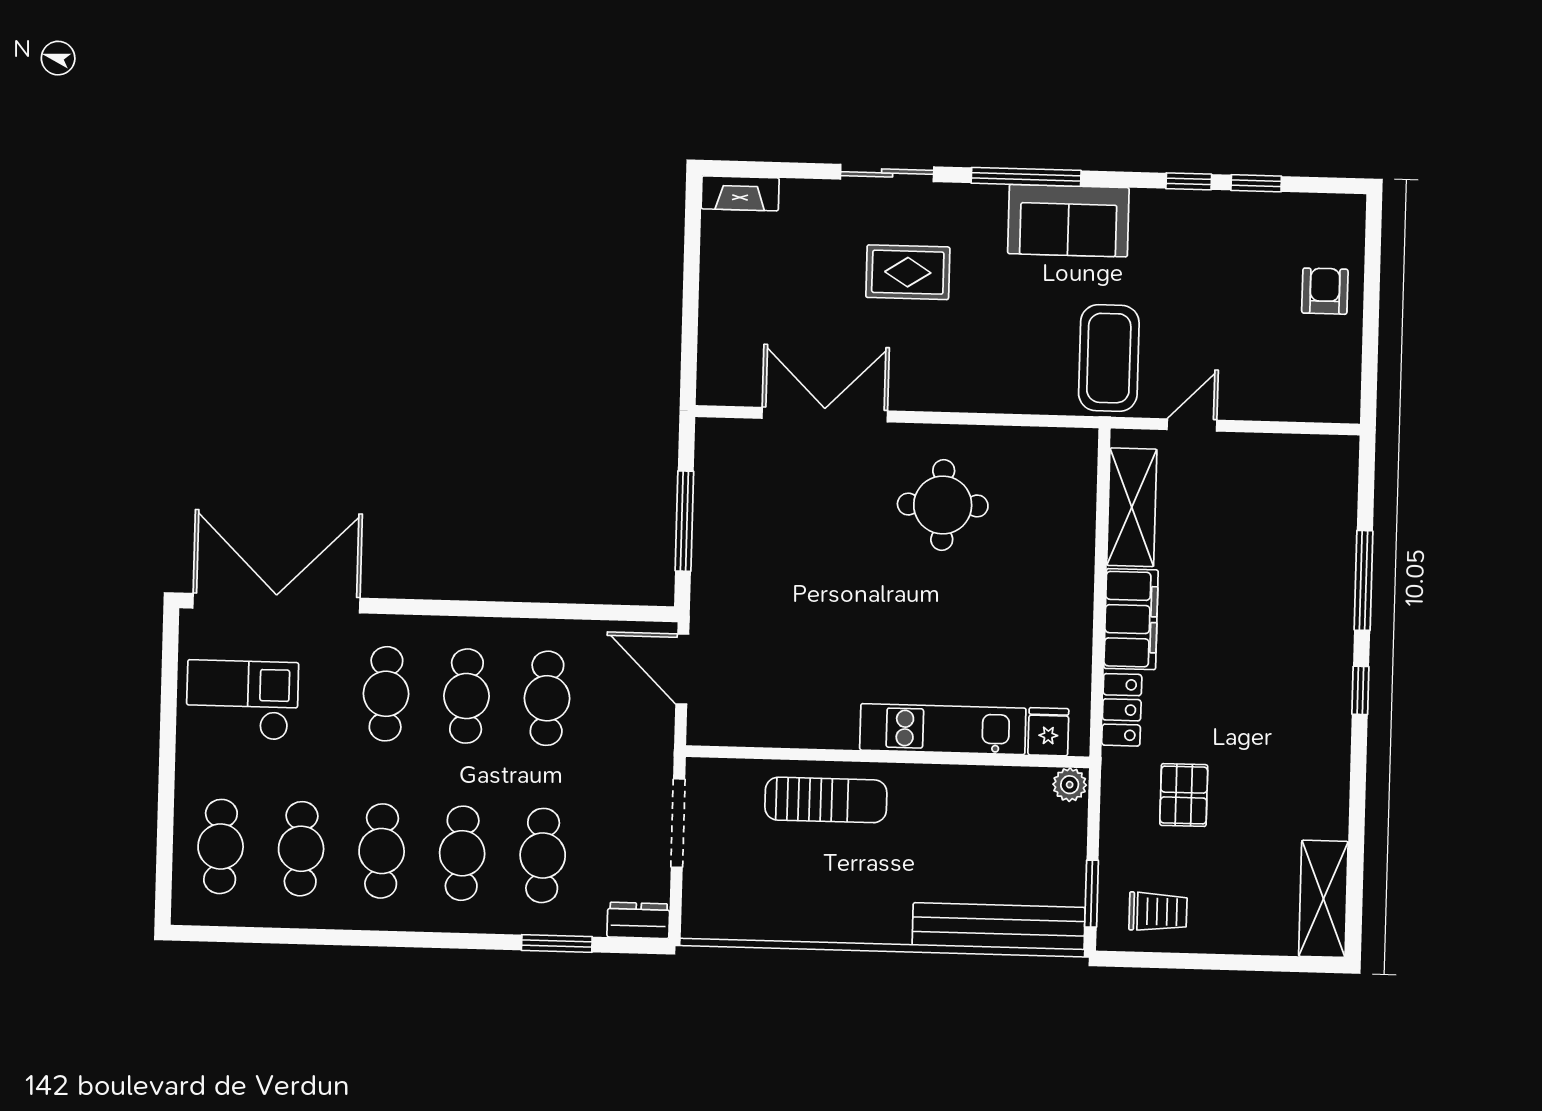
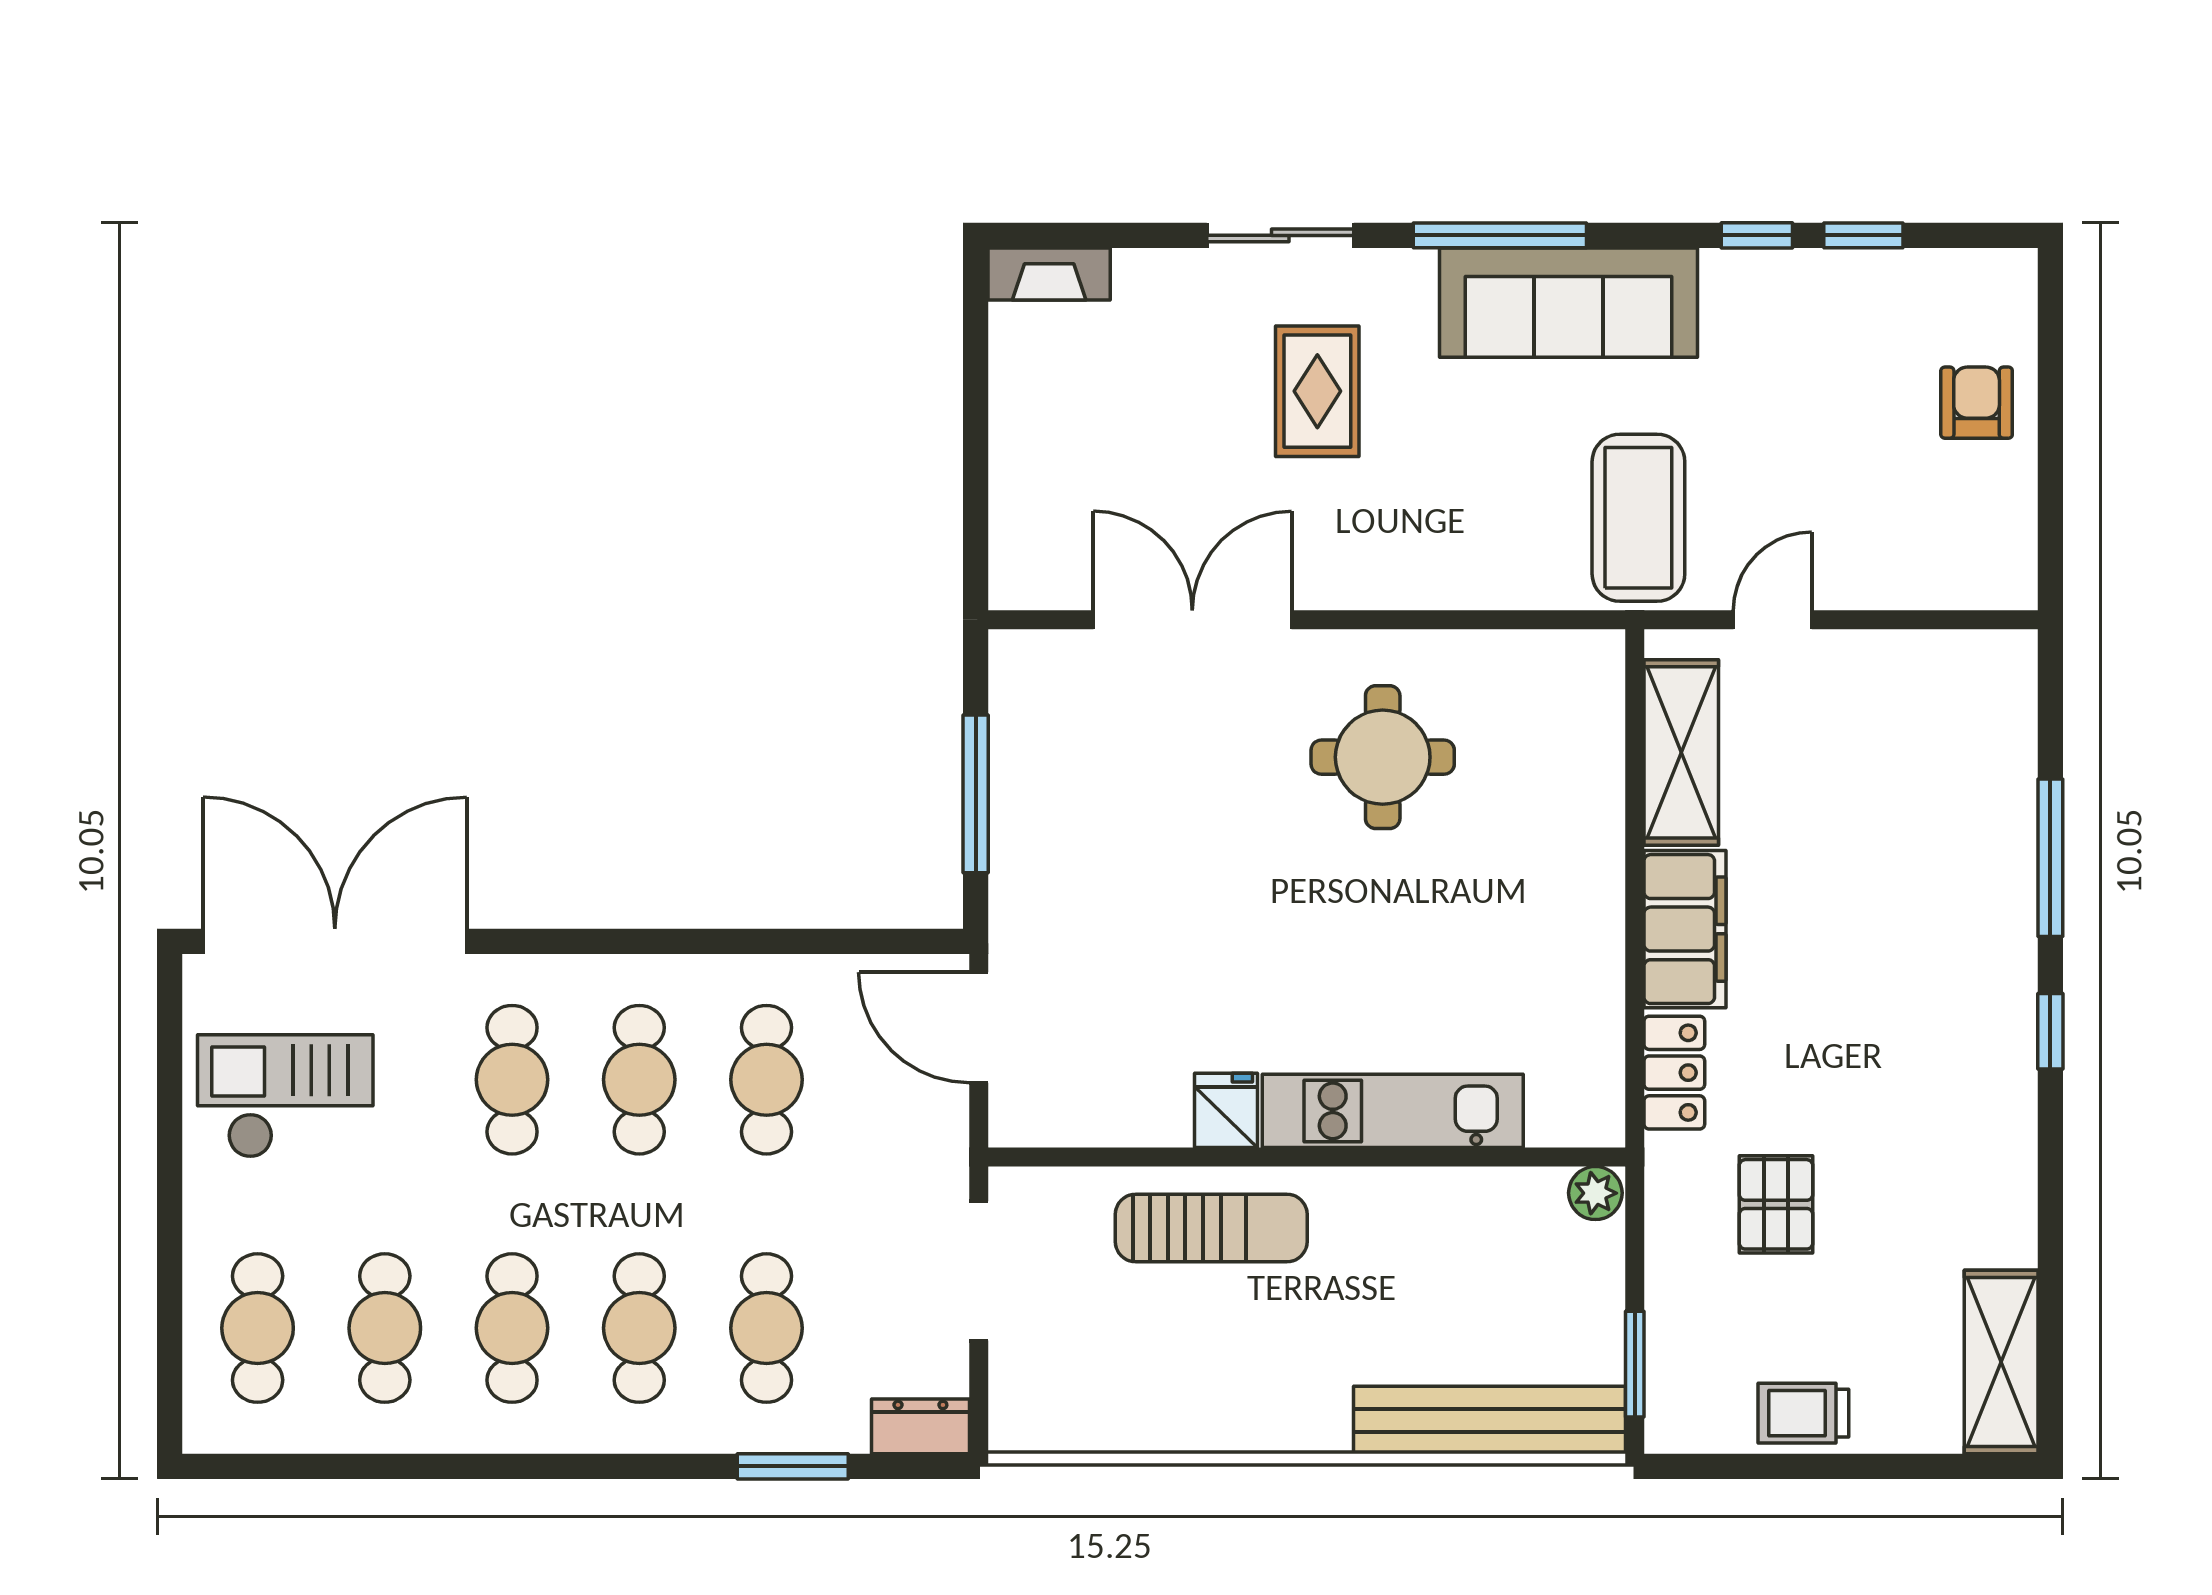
sofa: (1068, 221) -> (1569, 303), width x1.36
rug: (908, 272) -> (1317, 391), turned 90
fridge: (1048, 732) -> (1226, 1110), moved
trolley: (1158, 912) -> (1803, 1413), moved, turned 180

